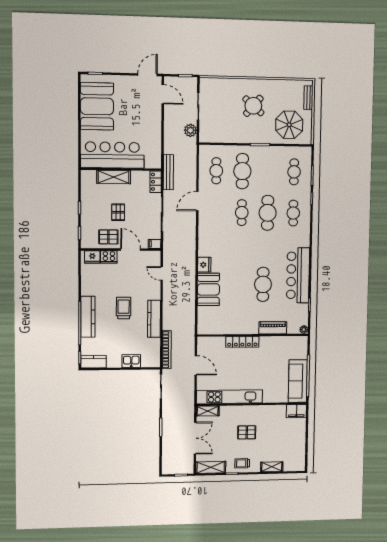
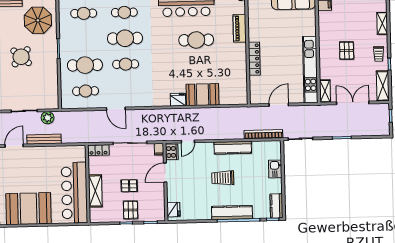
bench: (168, 172) -> (44, 139), moved
pallet: (108, 237) -> (131, 210), moved
cooker: (109, 257) -> (172, 152), moved

